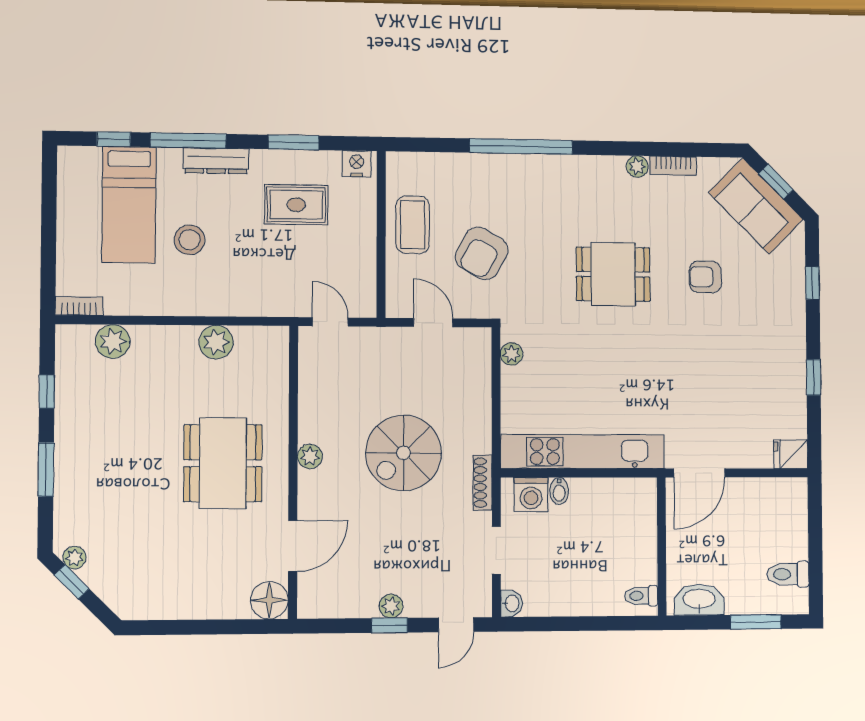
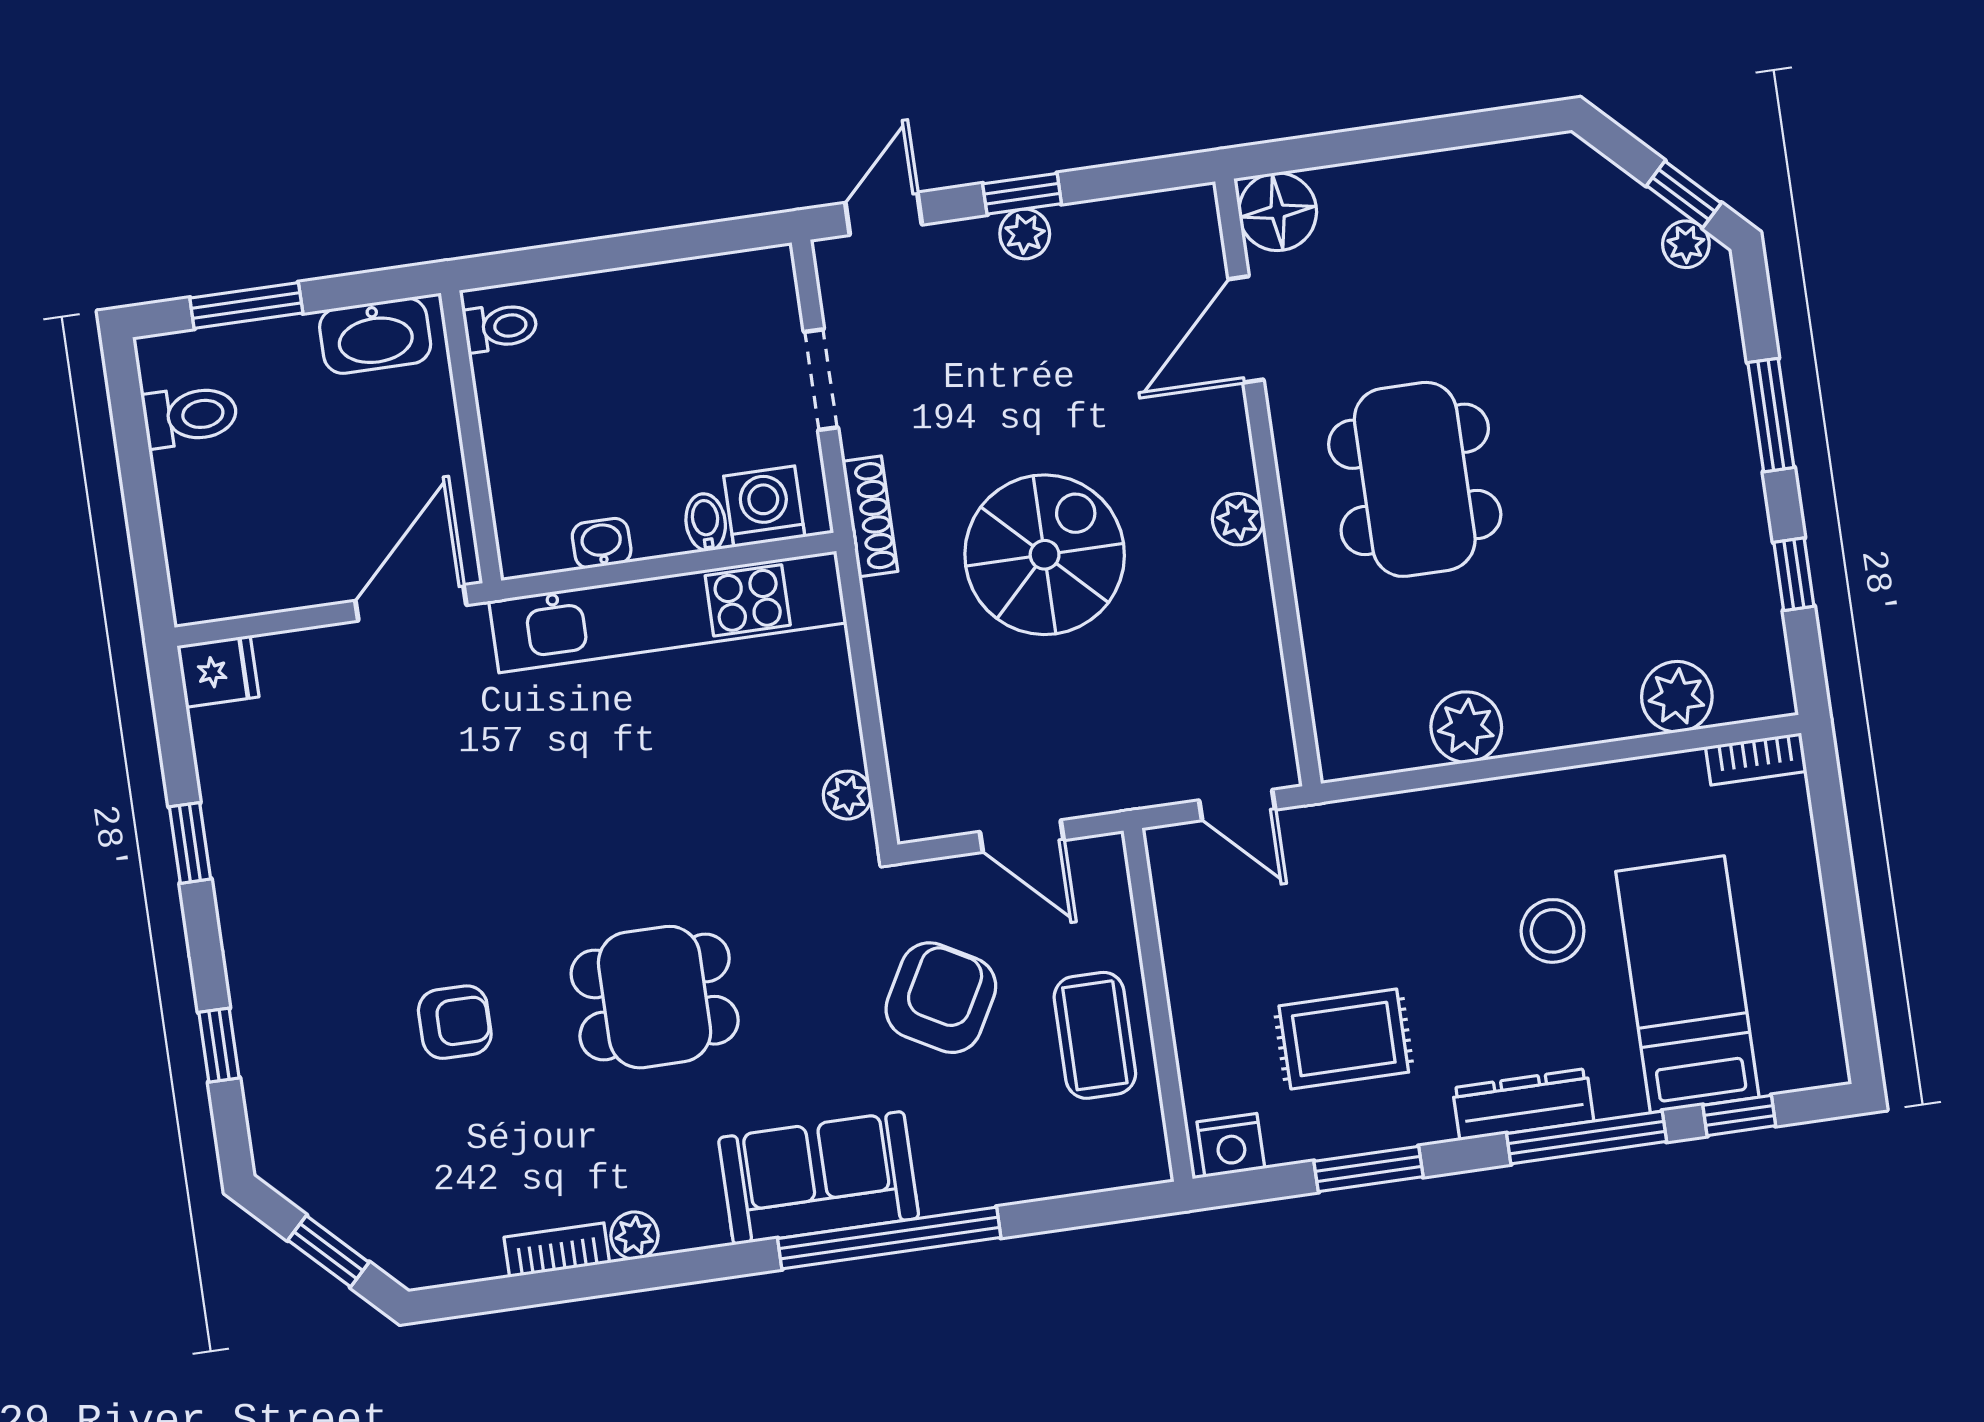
sofa: (756, 206) -> (819, 1178), moved, turned -45
washbasin: (511, 603) -> (602, 543), moved, turned 90

